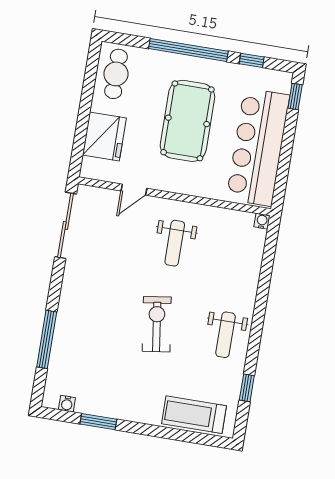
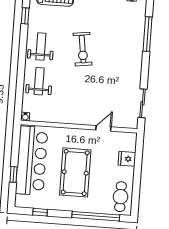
window: (188, 50) -> (96, 216), moved
window: (295, 96) -> (14, 174), moved
fridge: (104, 136) -> (127, 159), width x0.53, depth x0.75
sliding door: (66, 225) -> (142, 103), width x0.73
weight bench: (175, 243) -> (39, 81), moved

